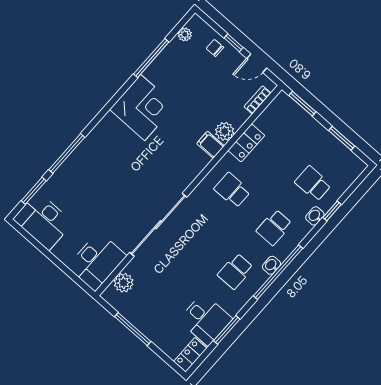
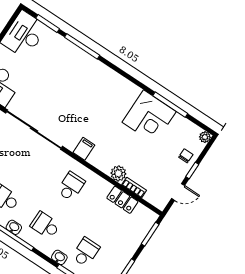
plant: (185, 34) -> (205, 137), moved
door: (257, 63) -> (178, 192), swing flipped
bookcase: (258, 100) -> (134, 188), moved
corner desk: (143, 107) -> (149, 117), moved
locker: (246, 143) -> (122, 200), moved
filing cabinet: (210, 145) -> (84, 149), moved

